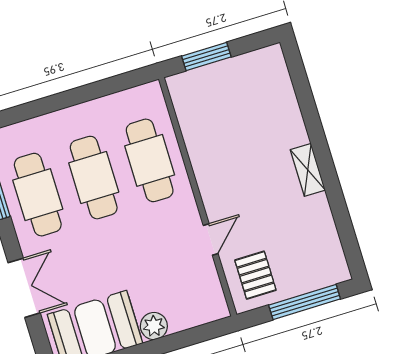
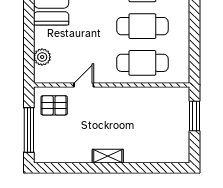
door: (211, 239) -> (84, 85), swing flipped
plant: (154, 326) -> (42, 57), moved

